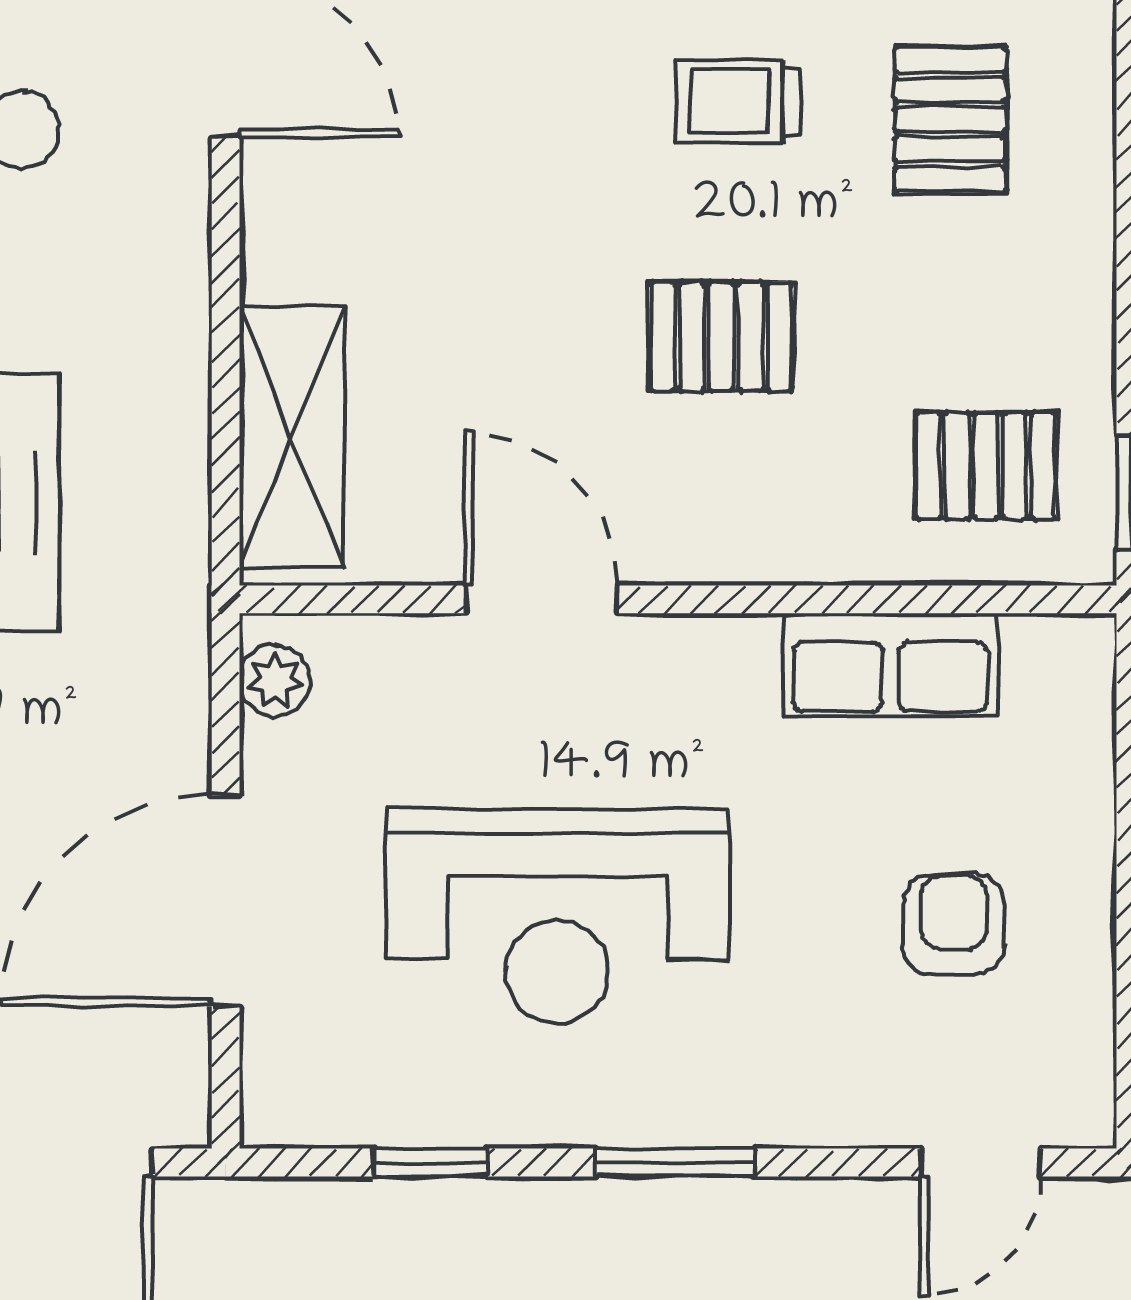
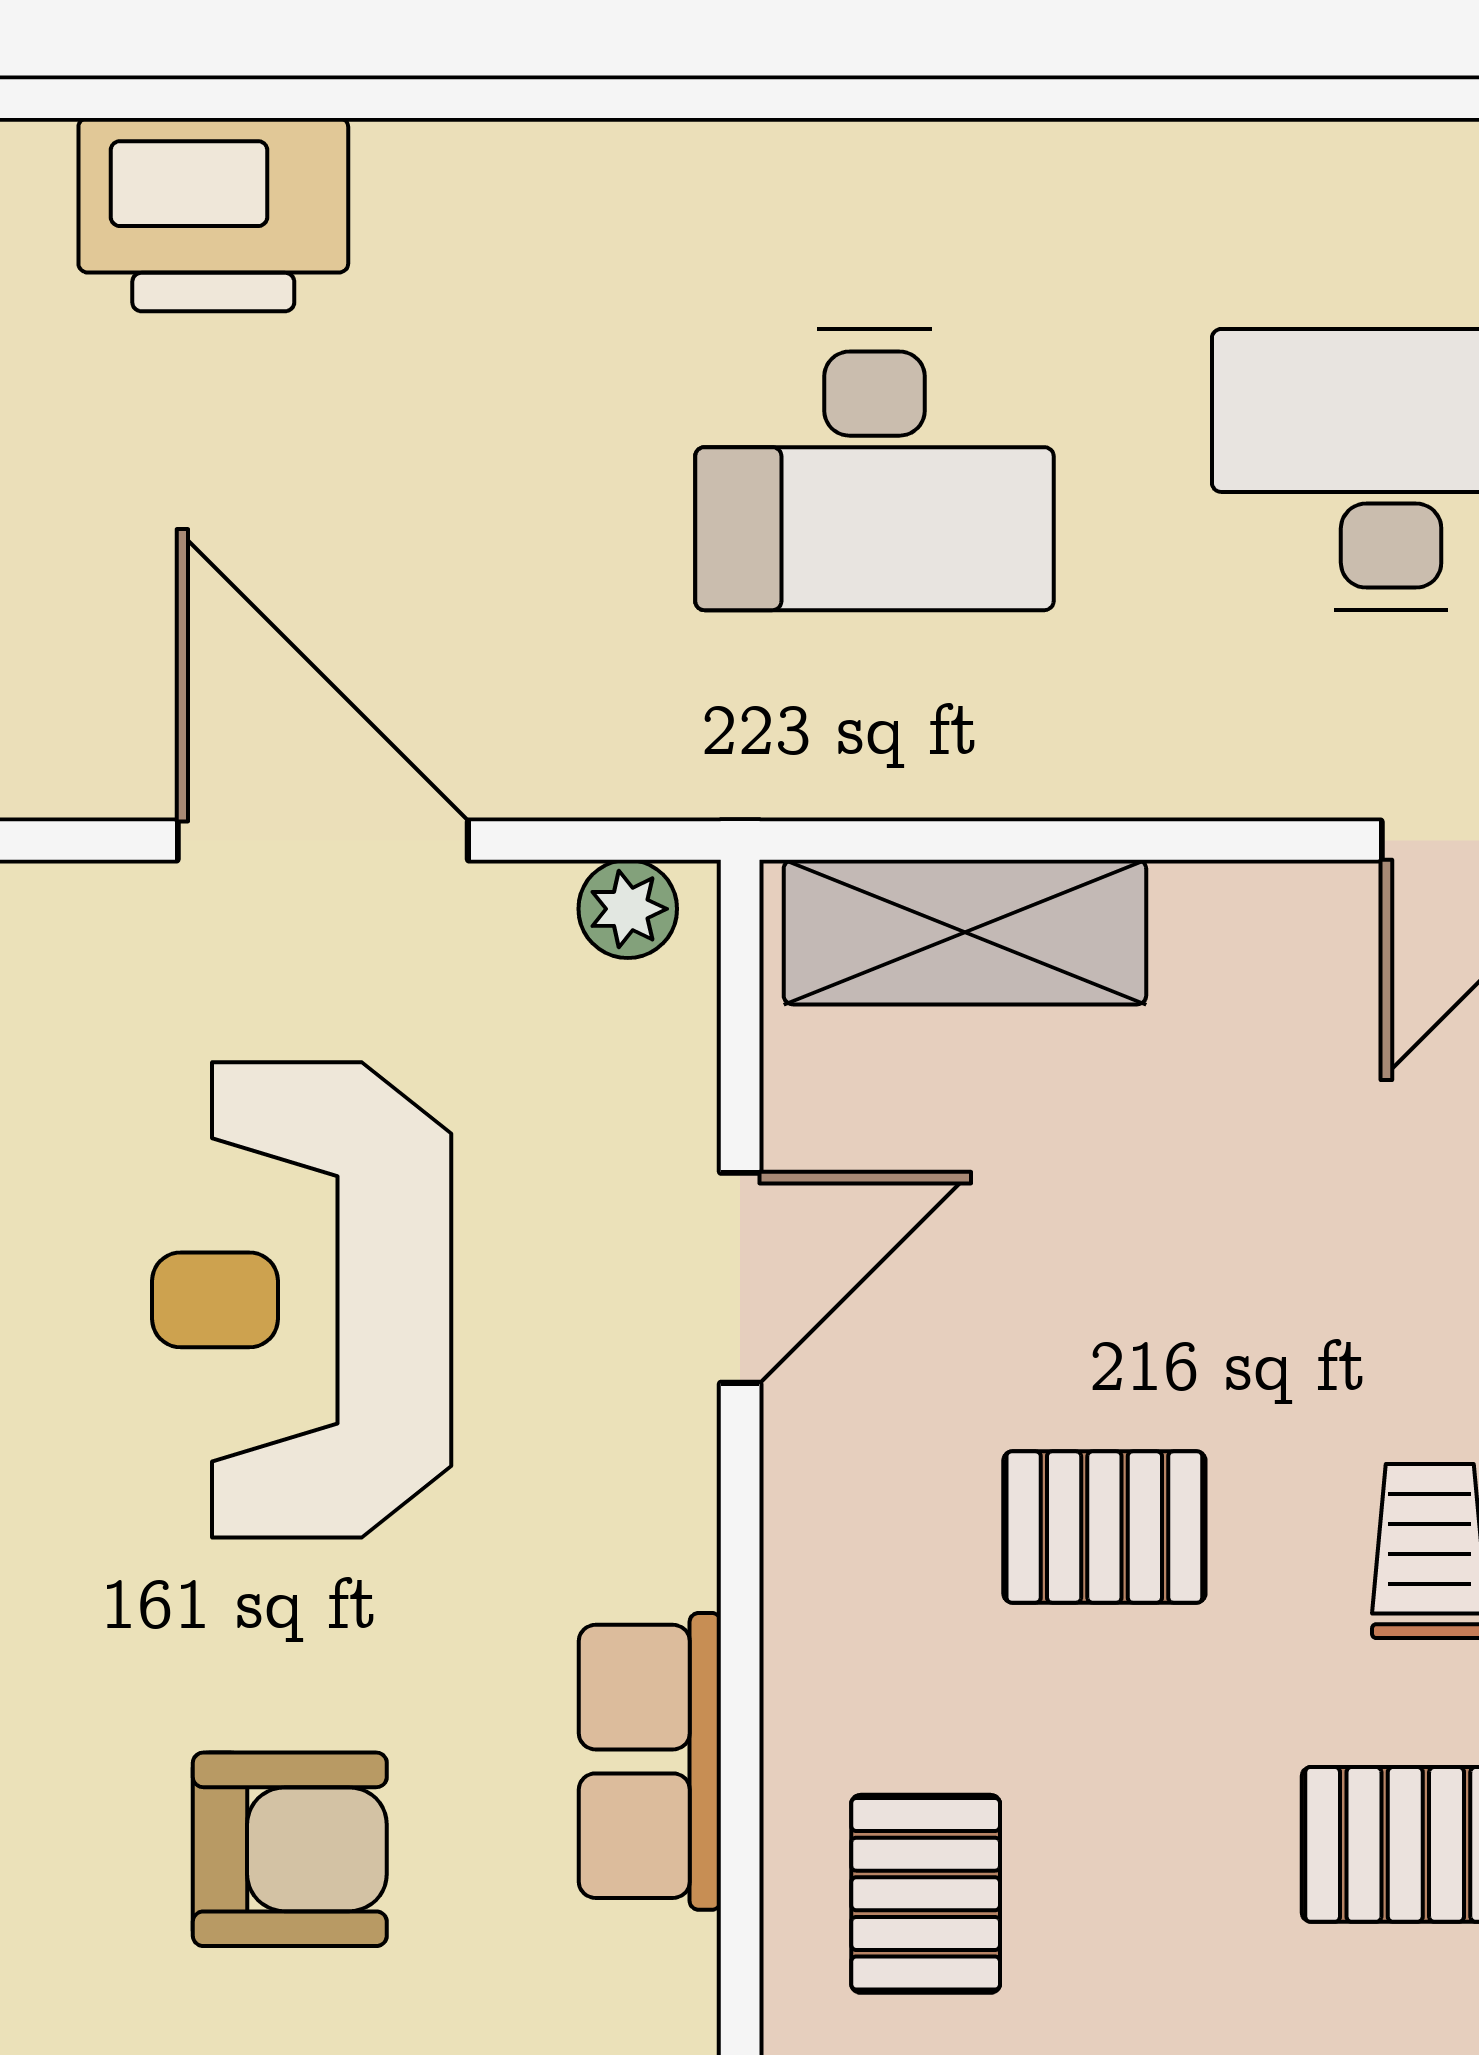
pallet: (721, 336) -> (1104, 1527), turned 90
armchair: (954, 924) -> (290, 1849), width x1.38, depth x1.38

